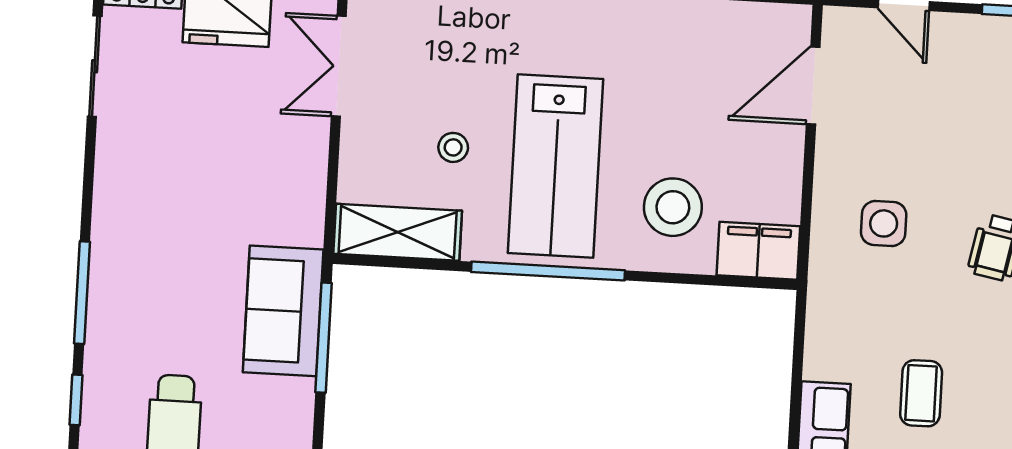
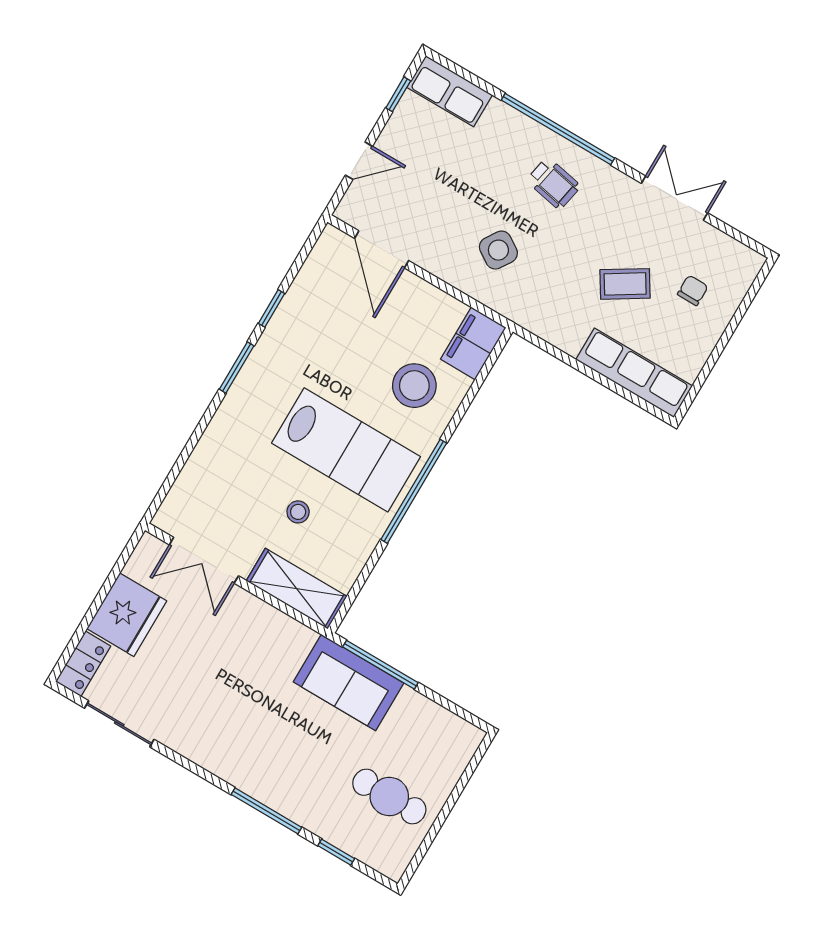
side table: (884, 223) -> (498, 250), turned 33
shelving: (398, 232) -> (297, 589), moved, turned 90
coffee table: (921, 393) -> (625, 284), turned -32

